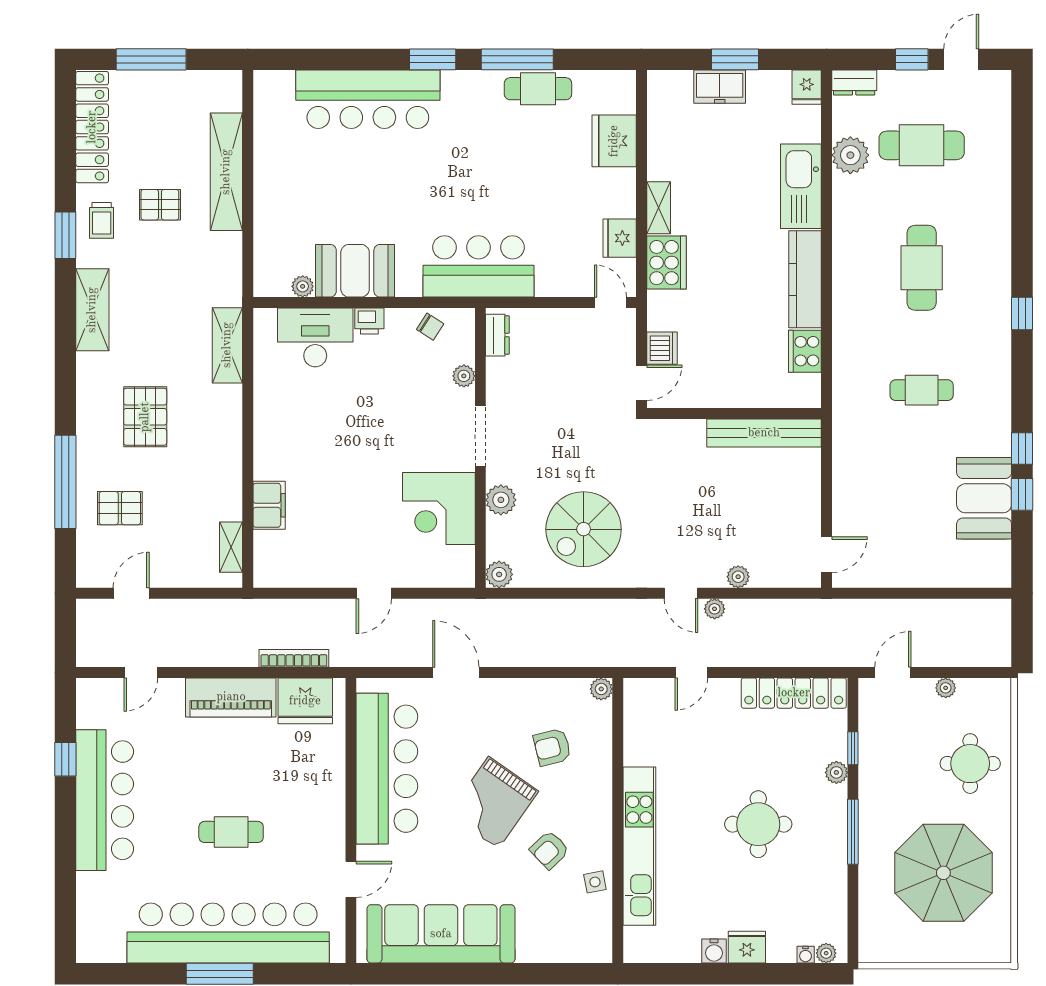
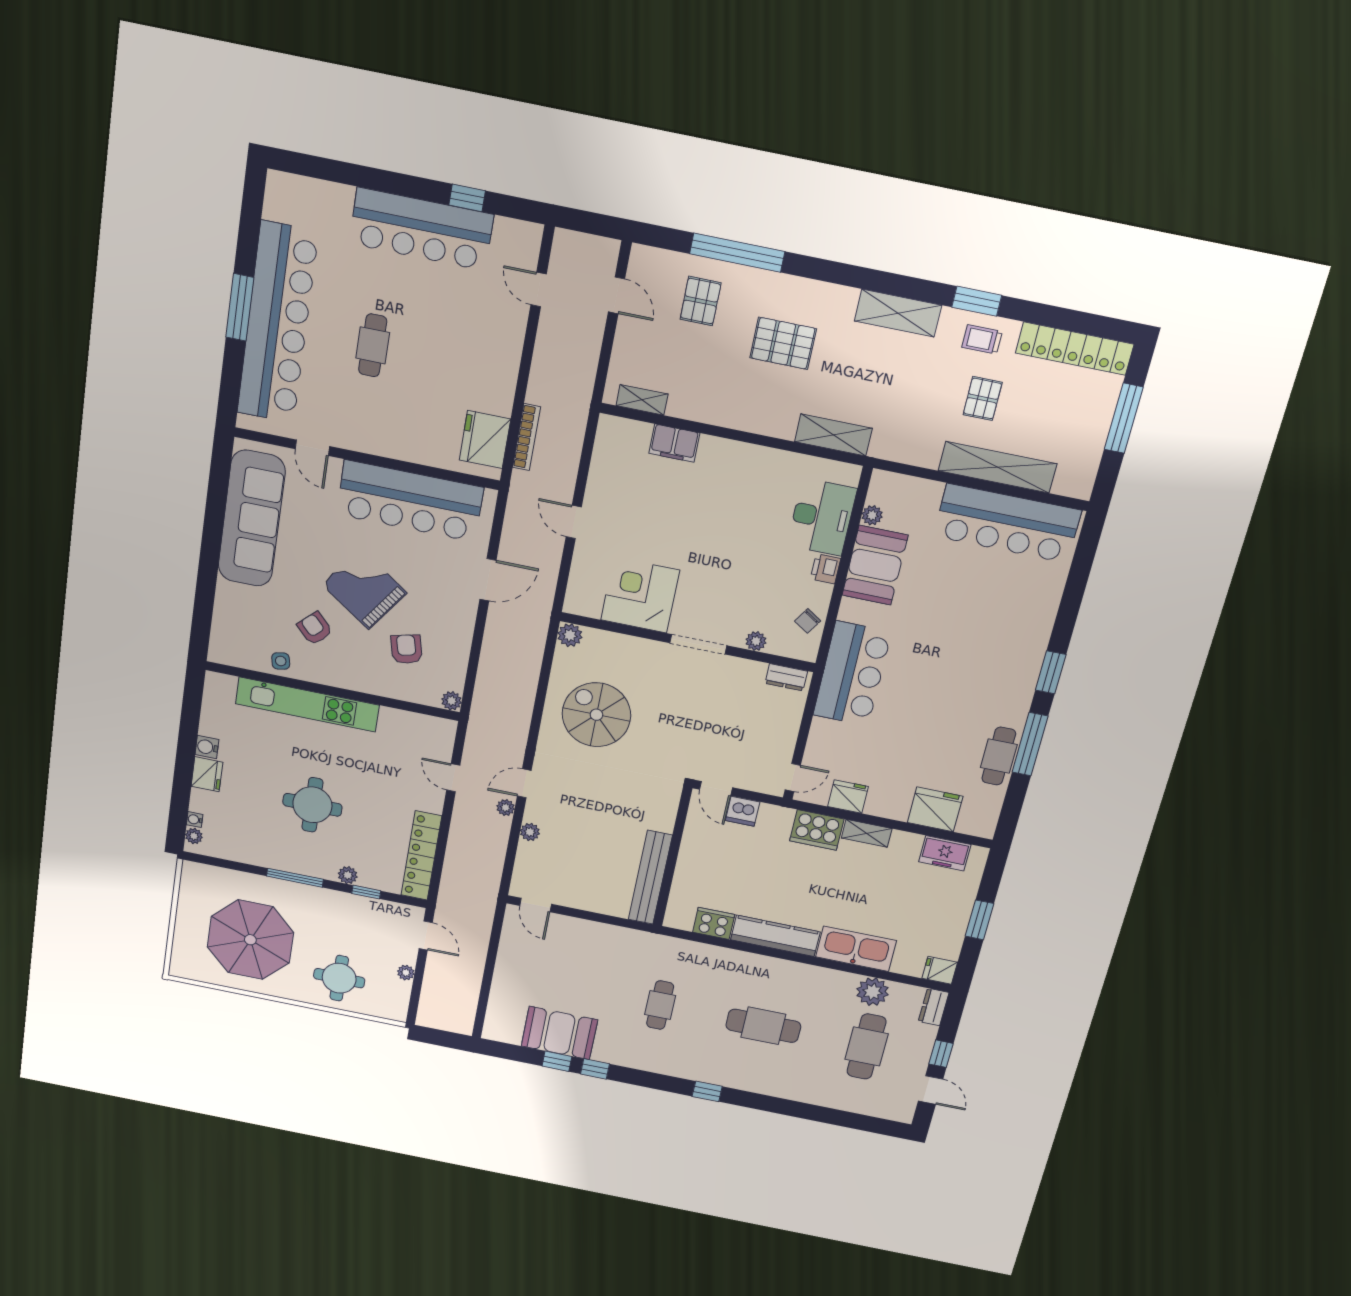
freezer: (720, 87) -> (945, 853), moved, turned -90
bar counter: (368, 99) -> (1007, 523), moved, turned -90
plant: (501, 500) -> (637, 650), removed
piano: (231, 697) -> (500, 371), removed

